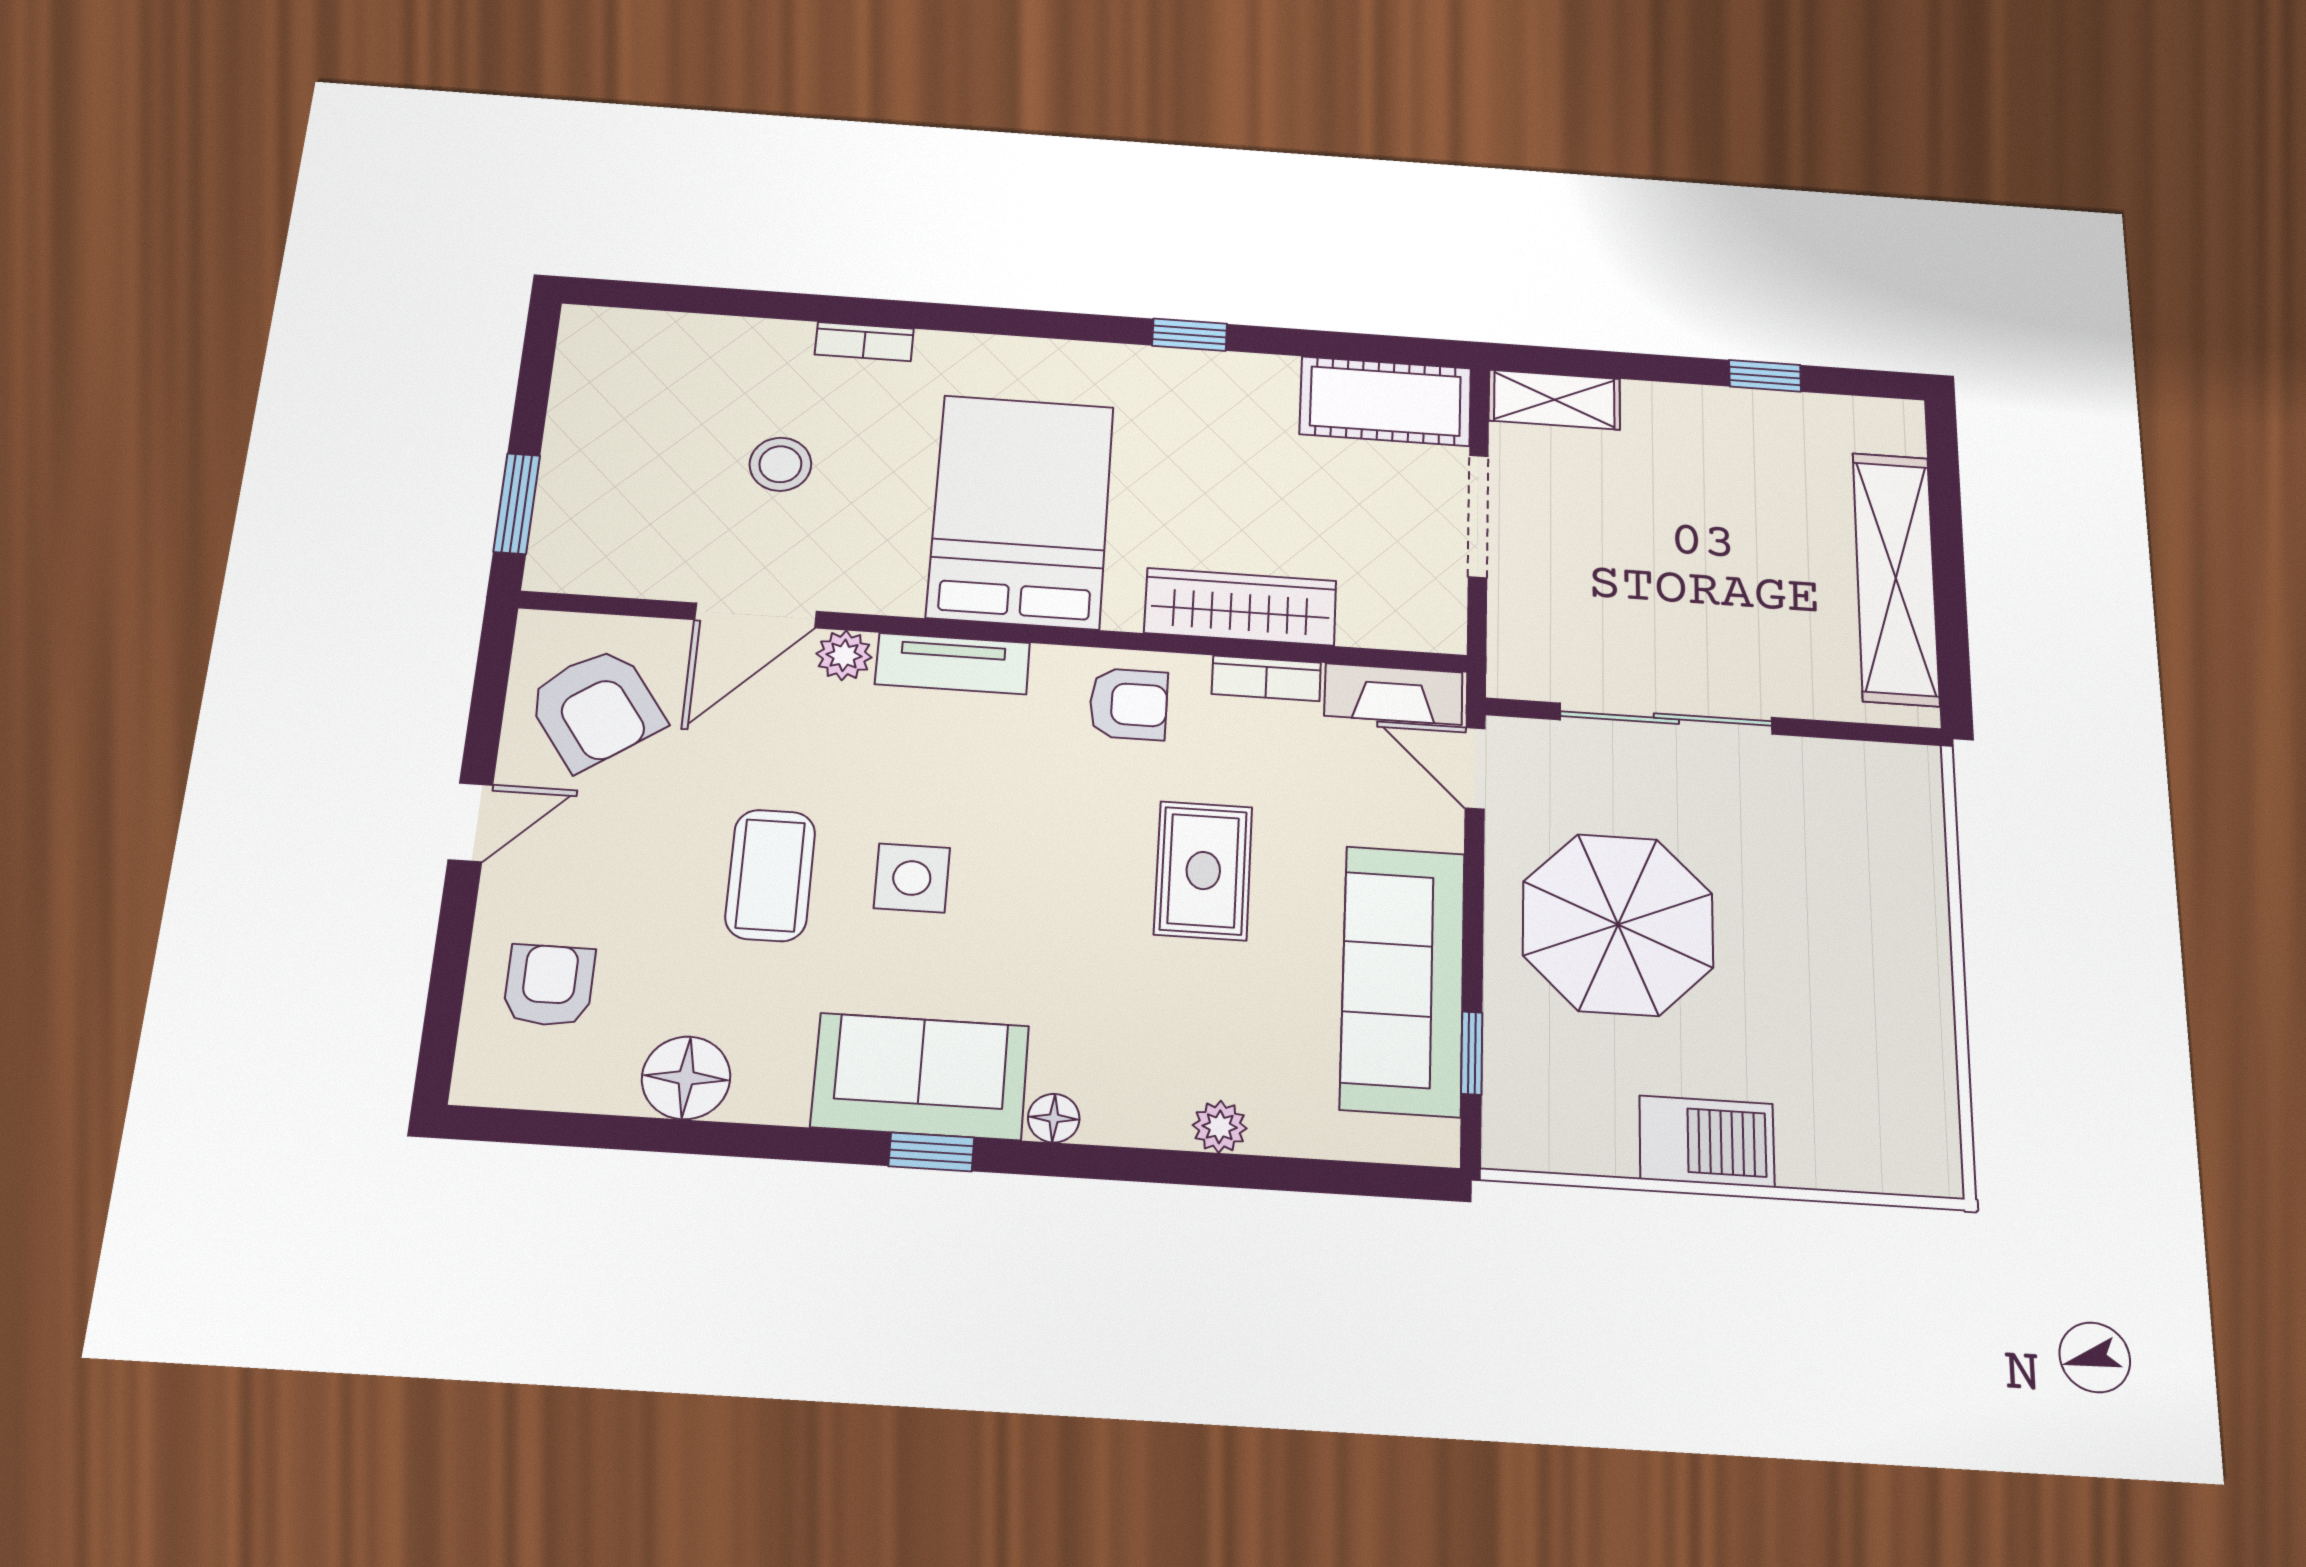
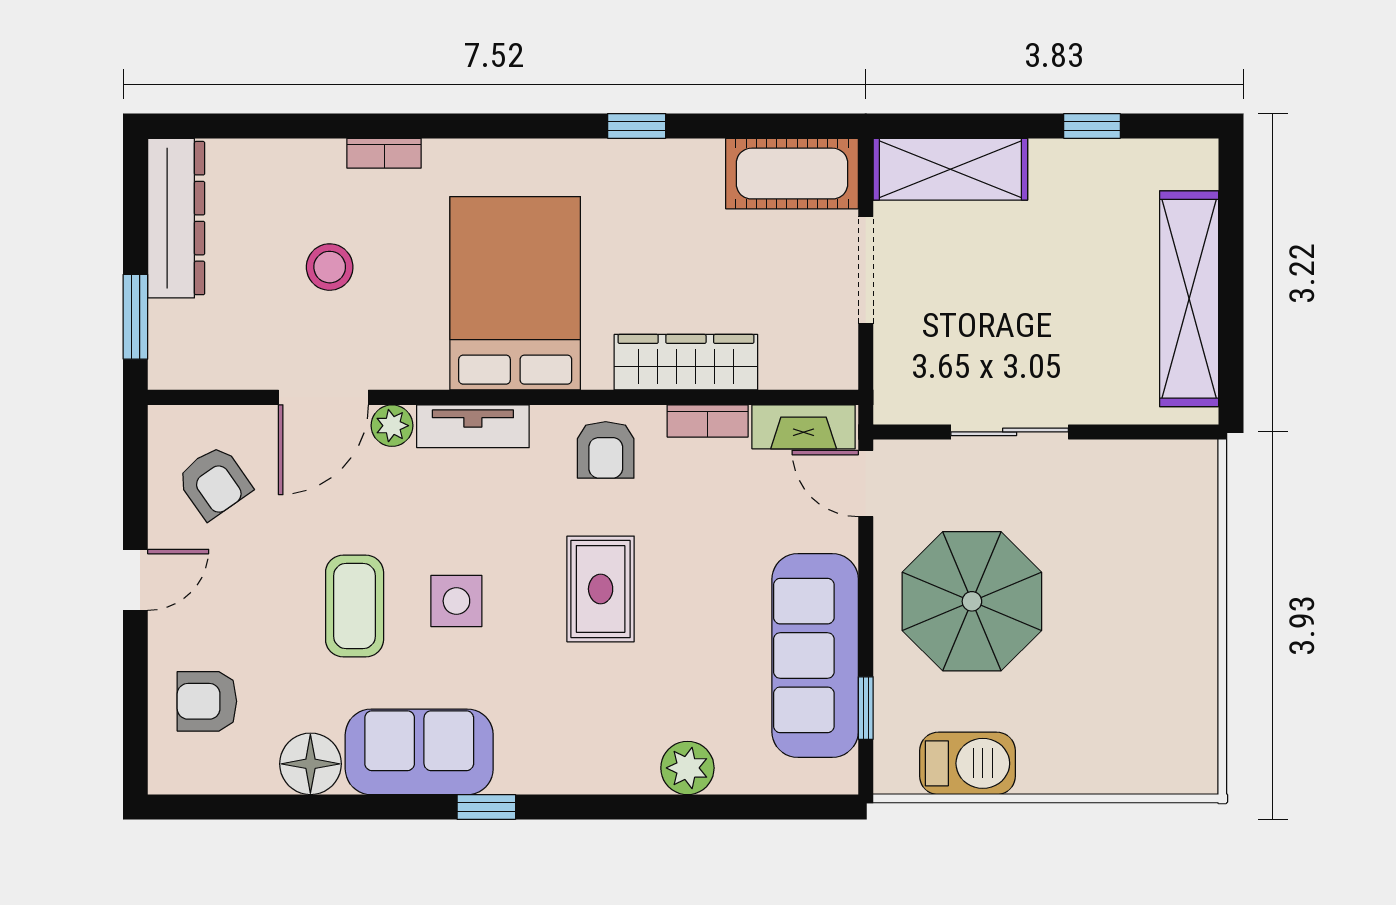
dresser: (586, 395) -> (176, 218), added
shelving: (1554, 400) -> (950, 169), width x1.50, depth x1.33
armchair: (1128, 704) -> (606, 450), turned 90
armchair: (596, 708) -> (214, 482), width x0.72, depth x0.72
sliding door: (1666, 719) -> (1010, 432), width x0.73
rug: (1203, 871) -> (601, 589), moved
armchair: (549, 985) -> (207, 701), turned -90
sofa: (920, 1076) -> (419, 752), moved
floor lamp: (1054, 1118) -> (570, 777), removed
plant: (1220, 1127) -> (687, 768), width x1.38, depth x1.38
barbecue: (1707, 1141) -> (967, 763), moved

